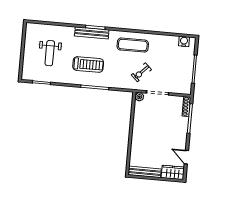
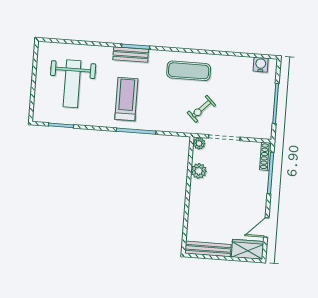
bench: (92, 33) -> (131, 55), width x0.73
weight bench: (50, 53) -> (72, 84), width x1.36, depth x1.33
treadmill: (88, 64) -> (126, 99), turned -90
plant: (139, 116) -> (199, 171), added
door: (186, 157) -> (266, 228), hinge flipped

